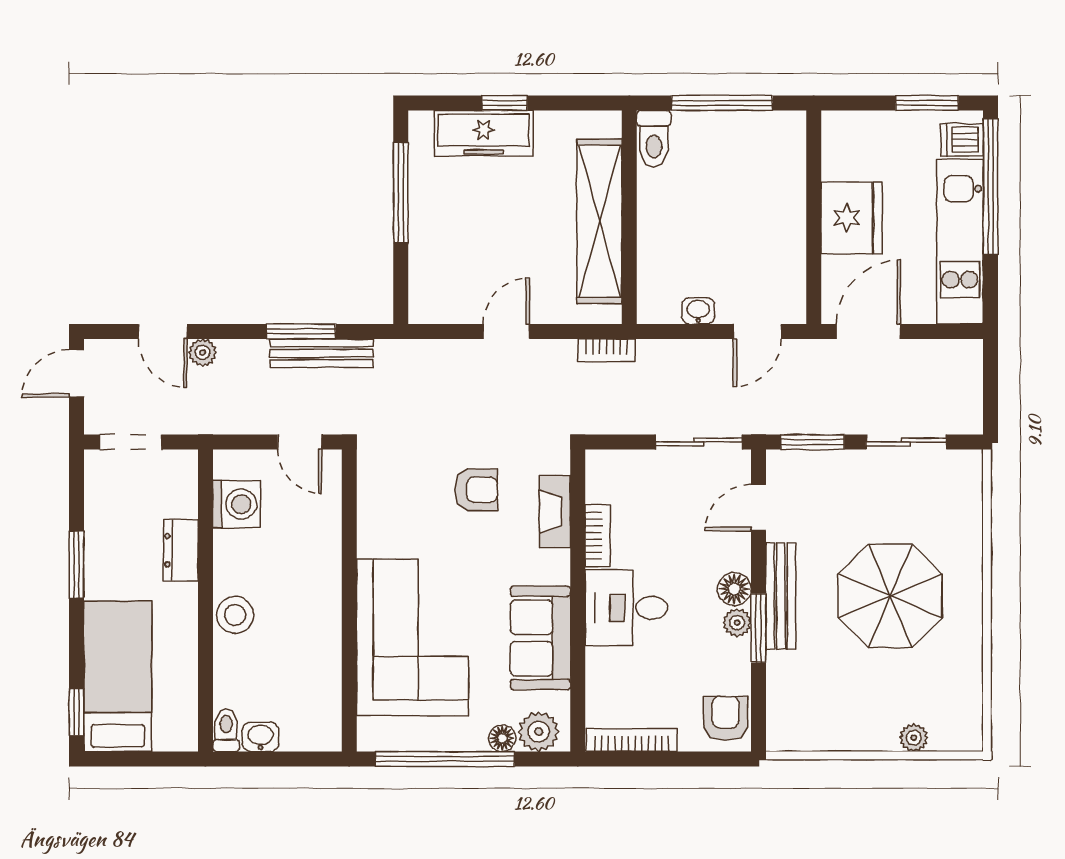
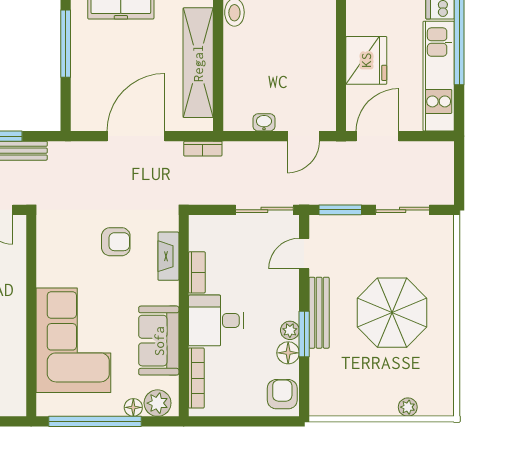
door: (506, 331) -> (136, 136), width x1.87
floor lamp: (734, 589) -> (288, 353), moved
bookcase: (632, 740) -> (196, 378), moved, turned 90

